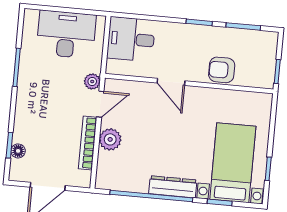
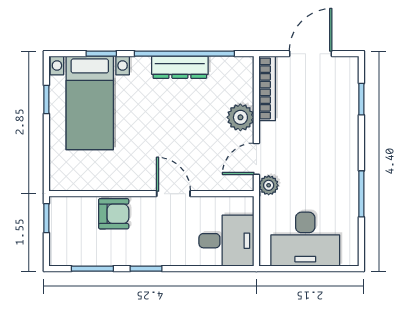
bookcase: (88, 143) -> (267, 88), moved
floor lamp: (18, 151) -> (350, 93), removed
dresser: (173, 187) -> (180, 67), moved

